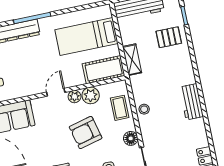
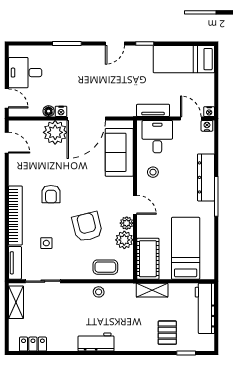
stool: (22, 82) -> (153, 172), added
floor lamp: (131, 138) -> (71, 272), removed

